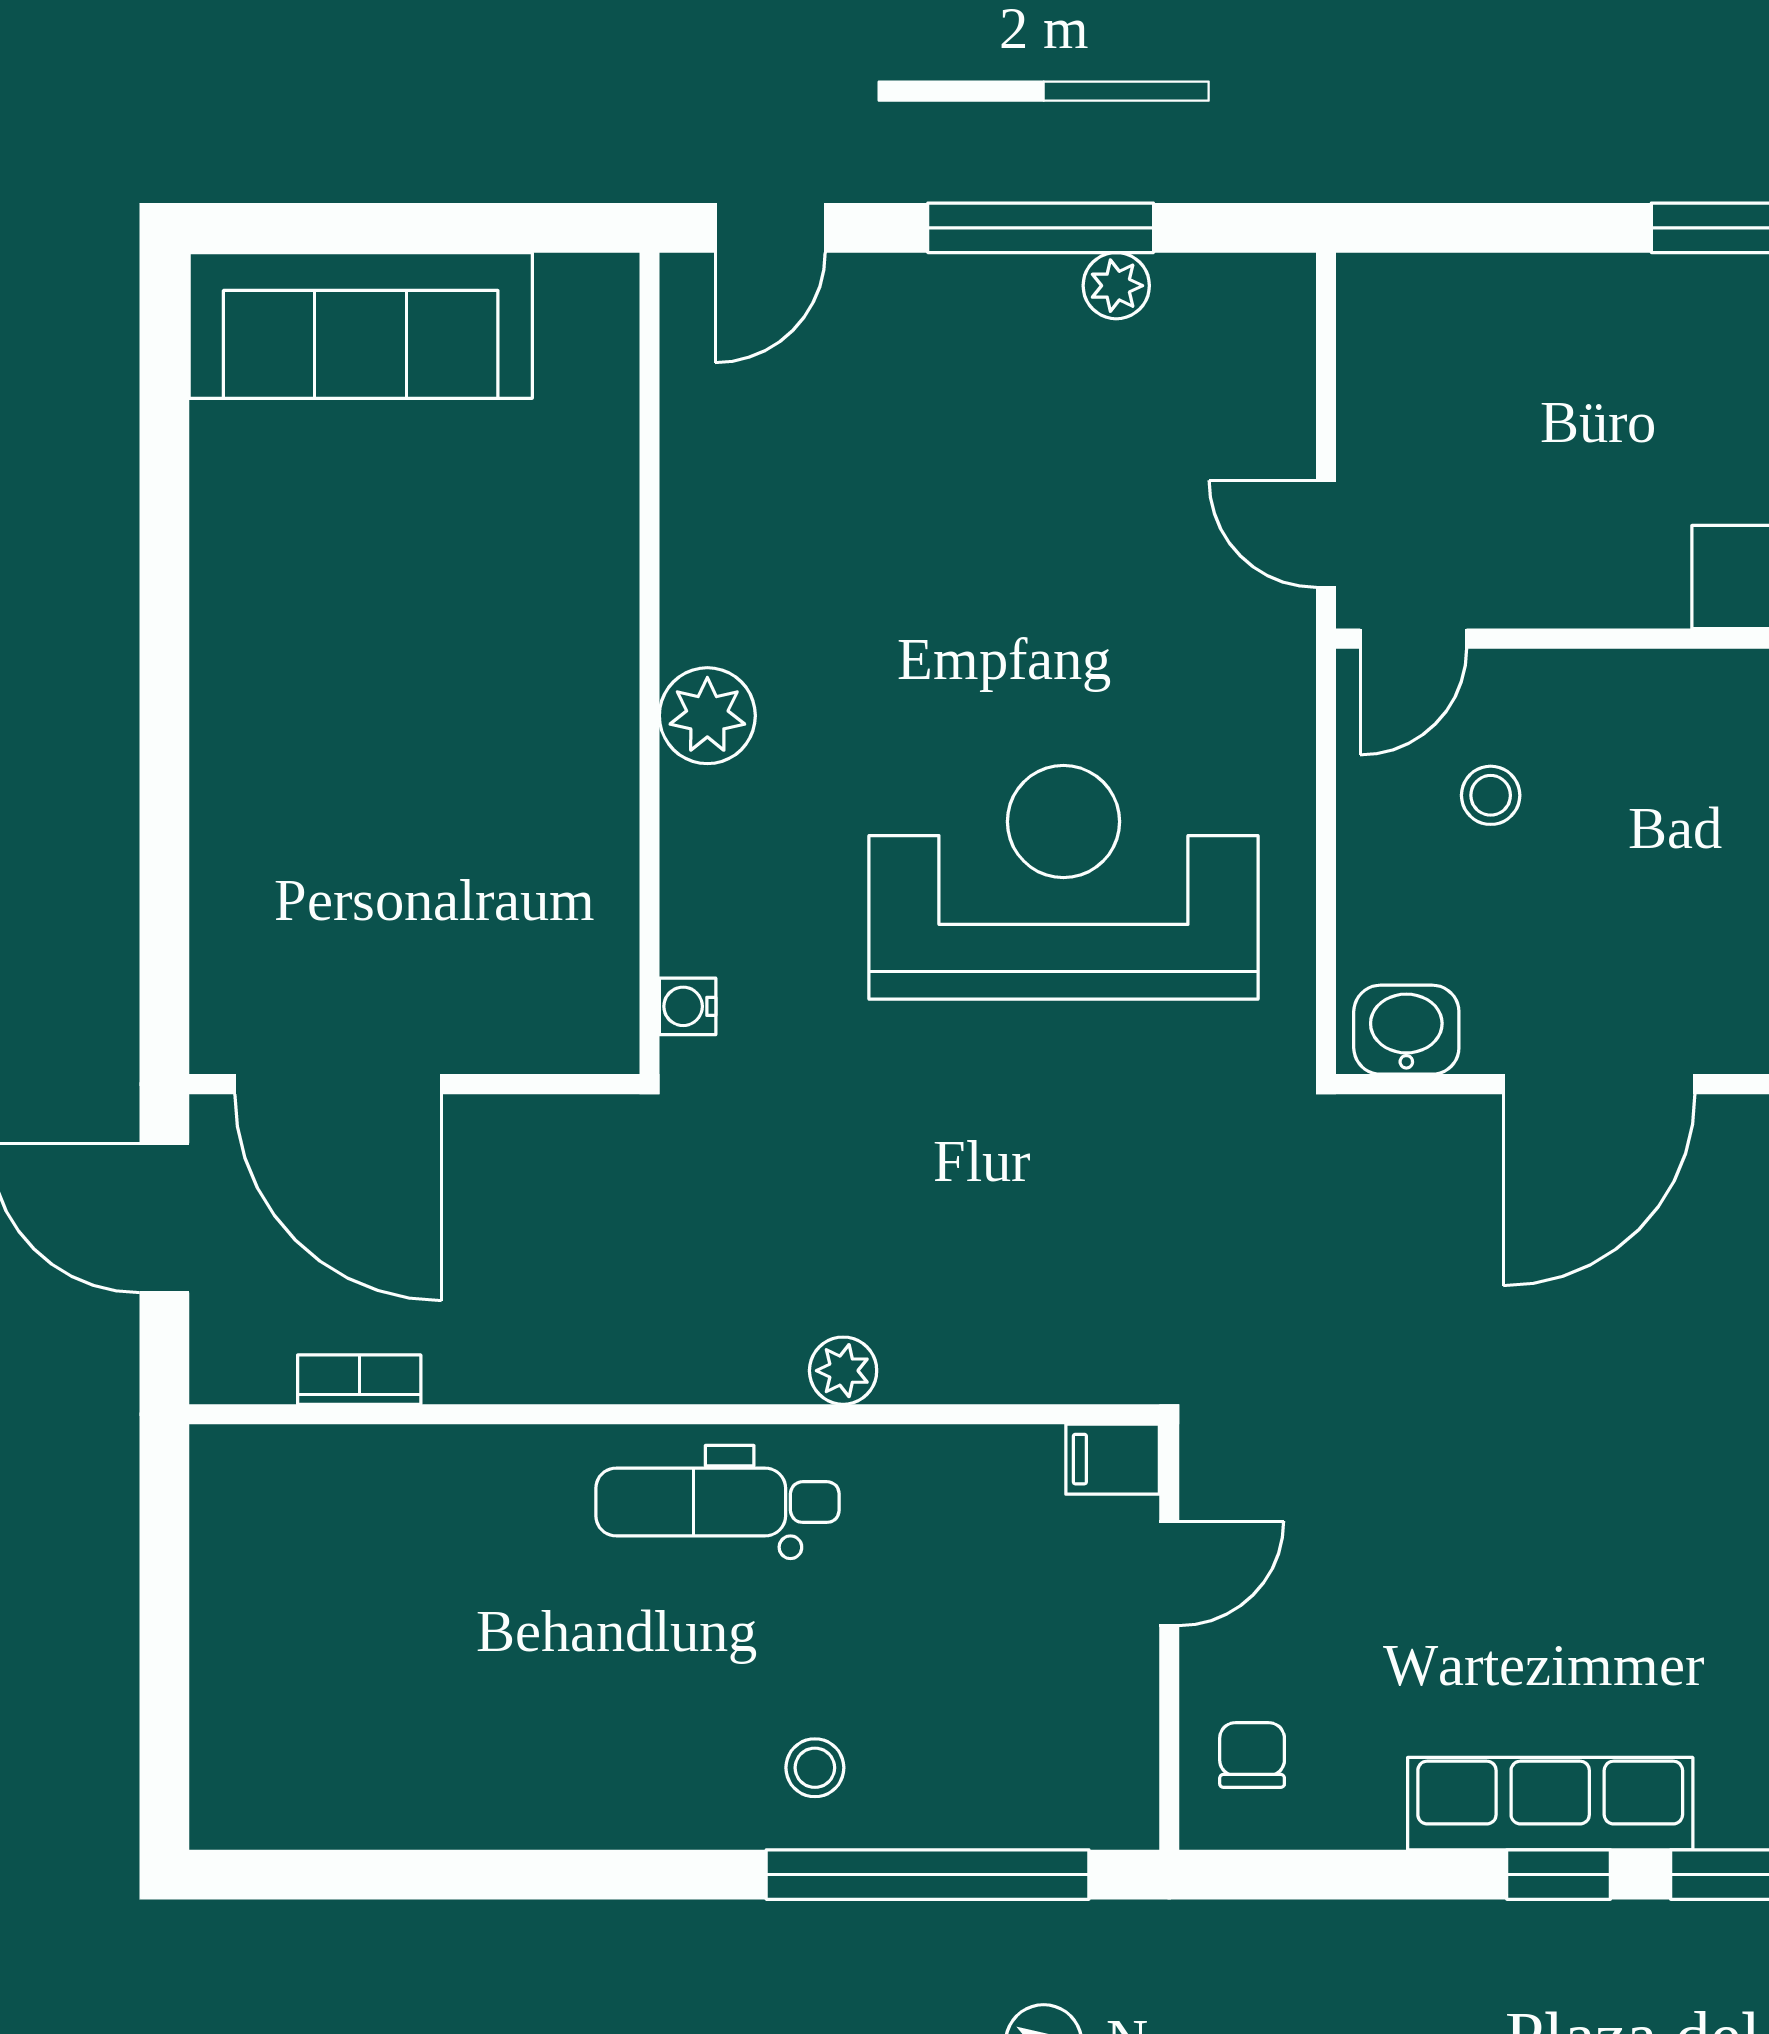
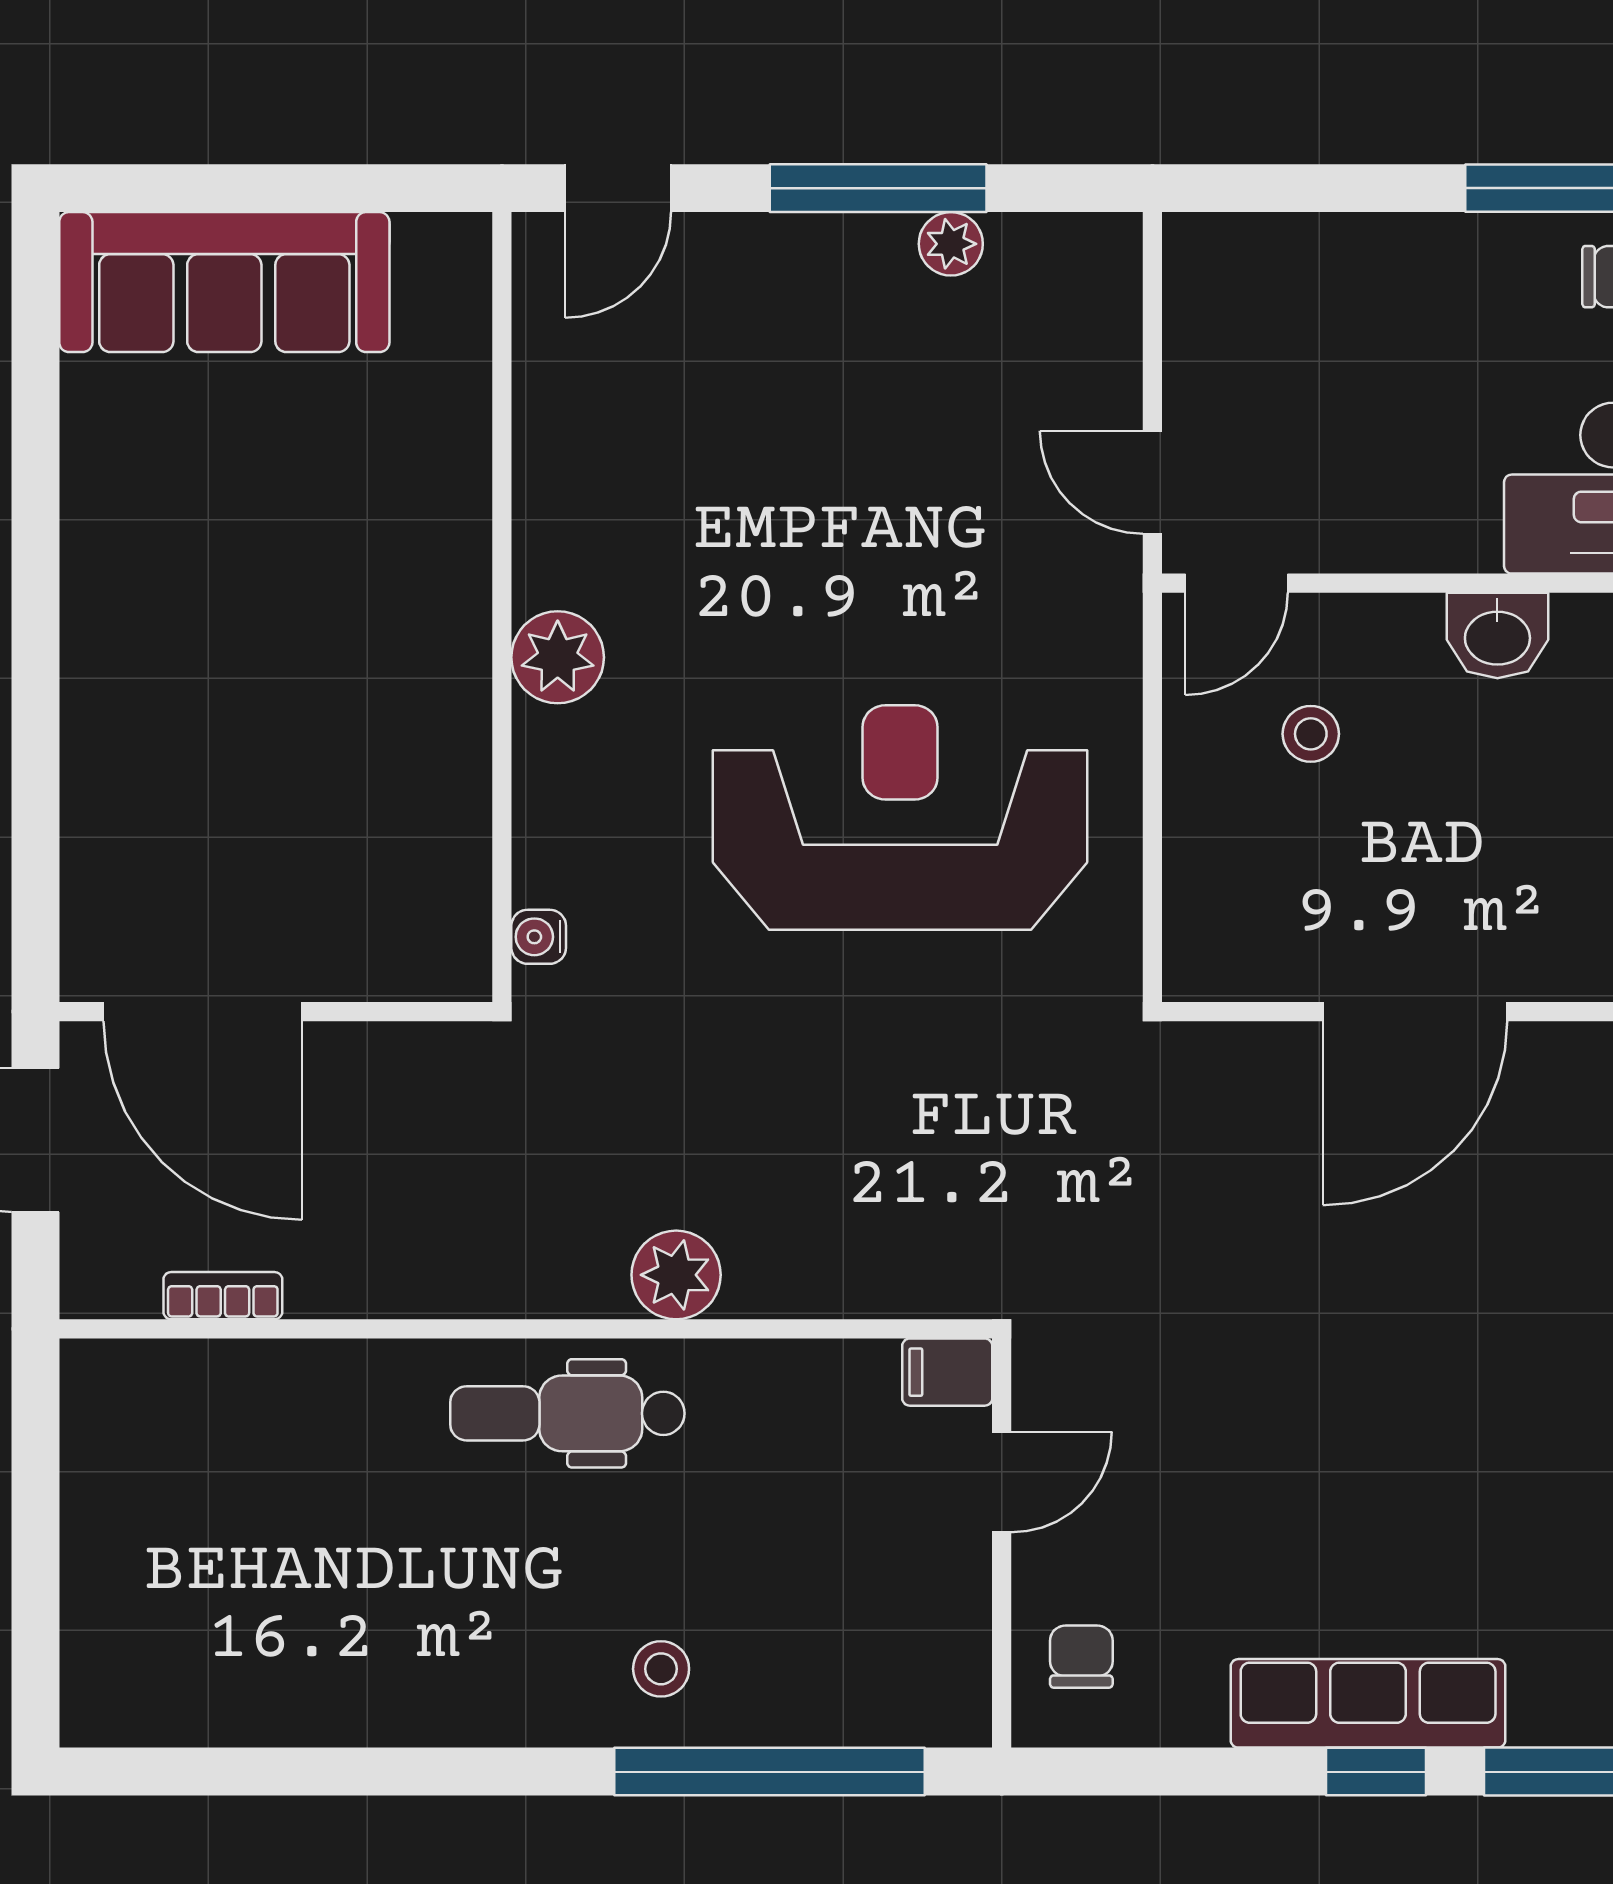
washbasin: (1406, 1030) -> (1497, 636), moved, turned 180
plant: (843, 1371) -> (676, 1275), width x1.38, depth x1.38

